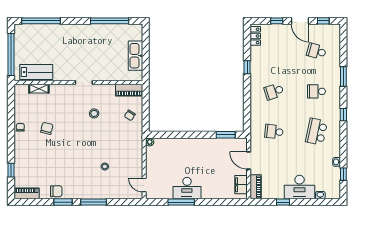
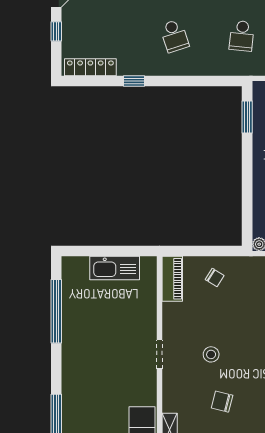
locker: (255, 36) -> (90, 67), width x1.53
stool: (94, 113) -> (211, 354), moved
chair: (47, 128) -> (222, 402), moved

